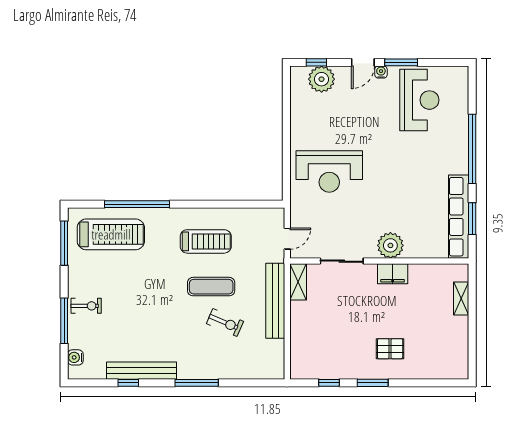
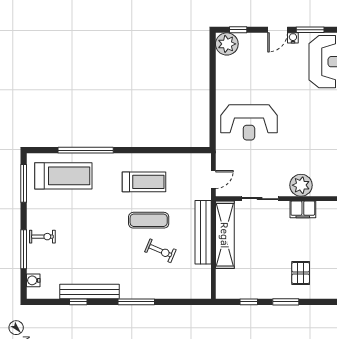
plant: (322, 79) -> (227, 44), moved
shelving: (298, 282) -> (225, 235), width x2.20, depth x1.33
pallet: (390, 349) -> (301, 273), turned 90

